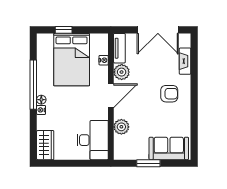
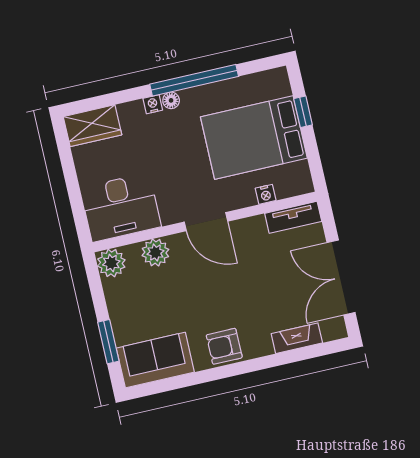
plant: (122, 72) -> (111, 263), moved
armchair: (169, 94) -> (224, 346), moved, turned 90
sofa: (169, 148) -> (155, 360), moved, turned -90
window: (148, 163) -> (108, 342), moved

